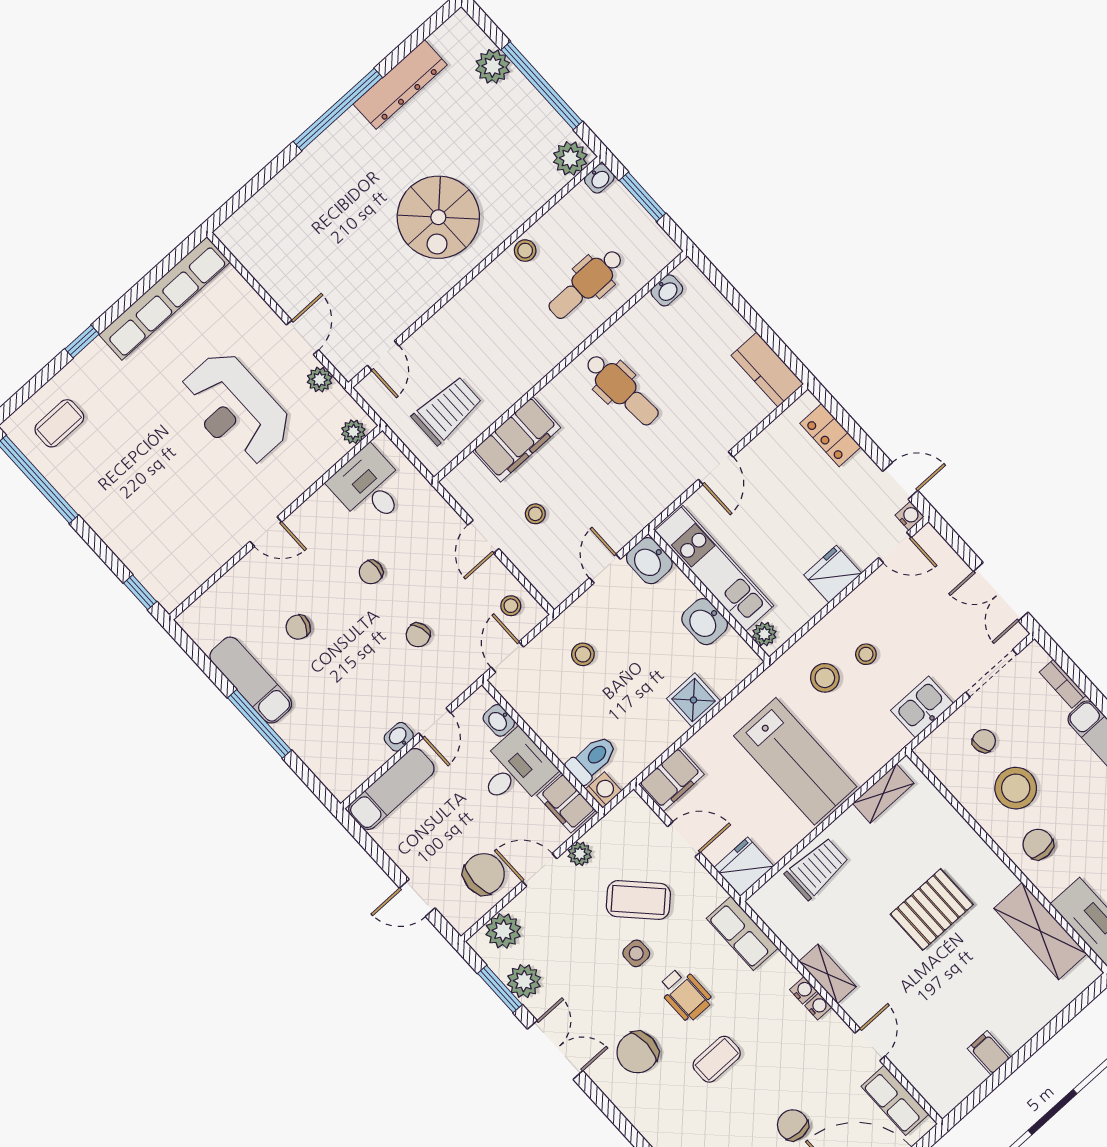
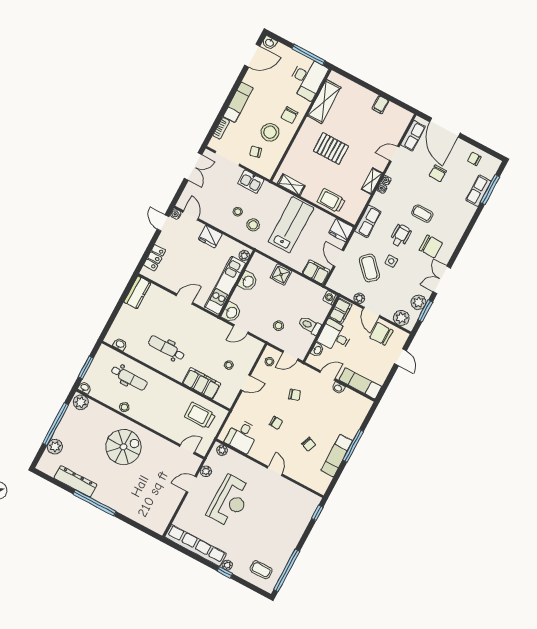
plant: (96, 353) -> (227, 565), added
dental chair: (622, 390) -> (166, 348), turned -86
toilet: (592, 759) -> (310, 325), moved

